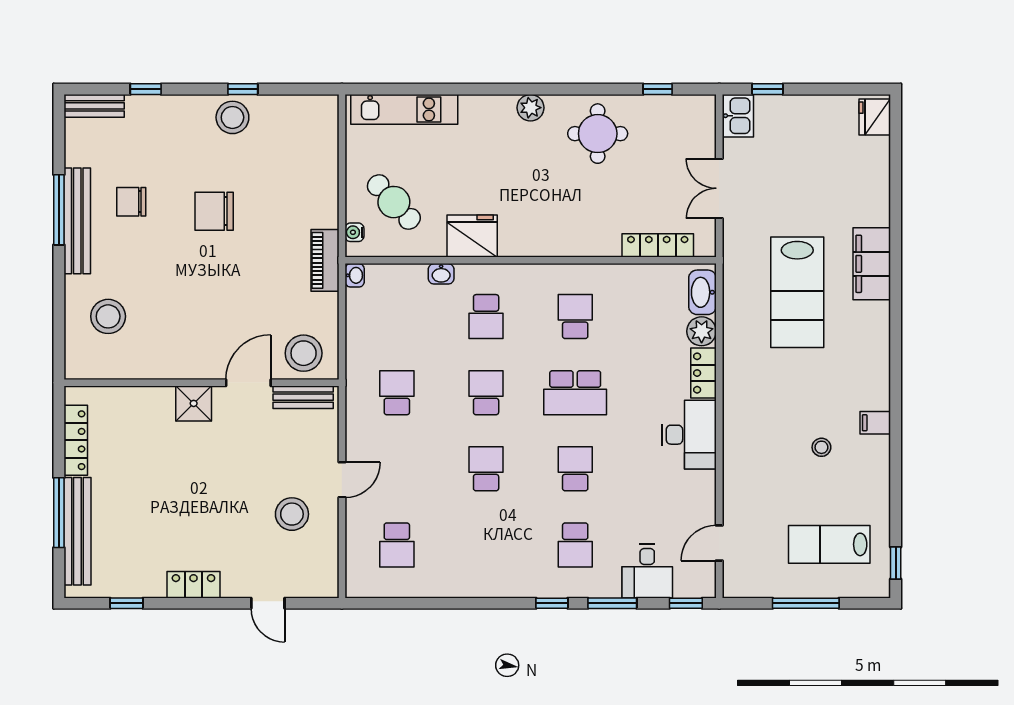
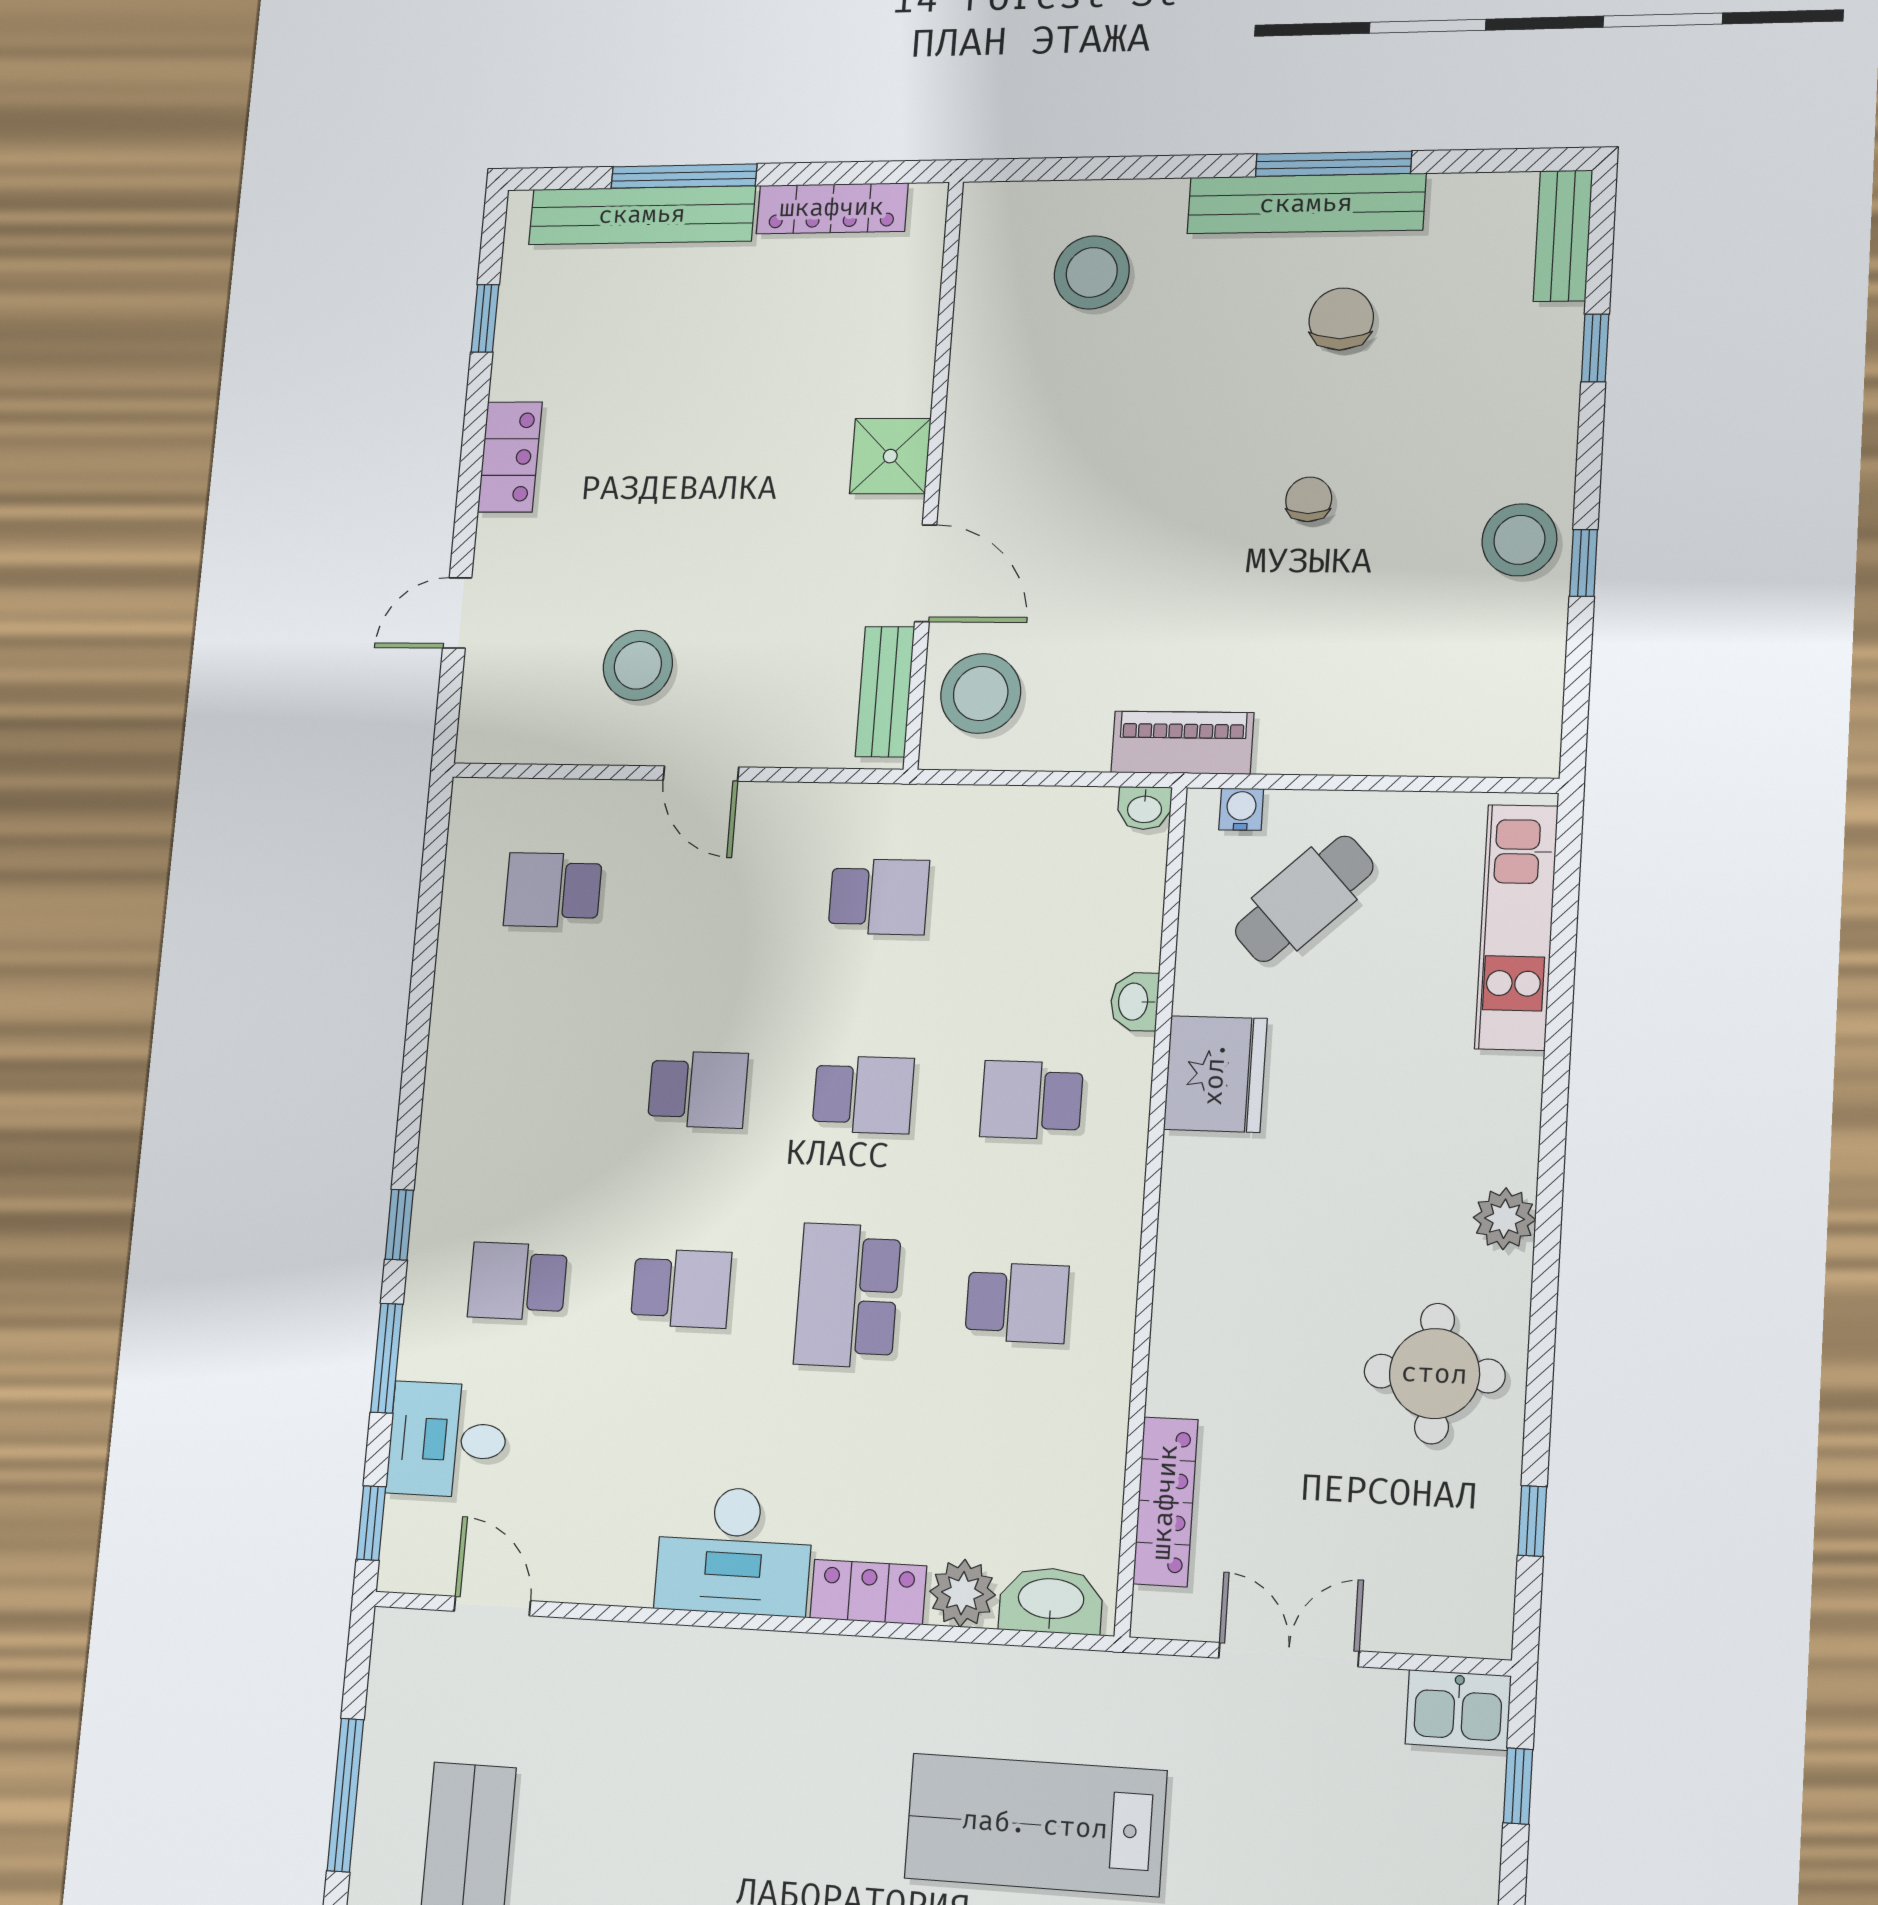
chair: (214, 211) -> (1309, 499), width x0.54, depth x0.54
stool: (821, 447) -> (681, 1856), removed

